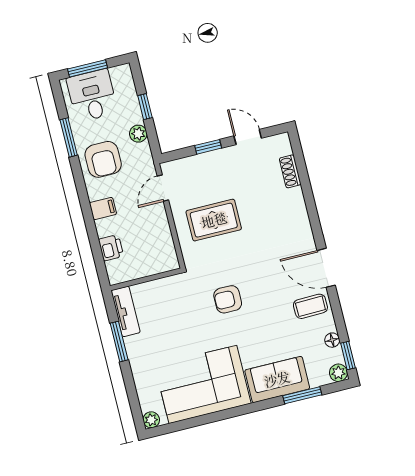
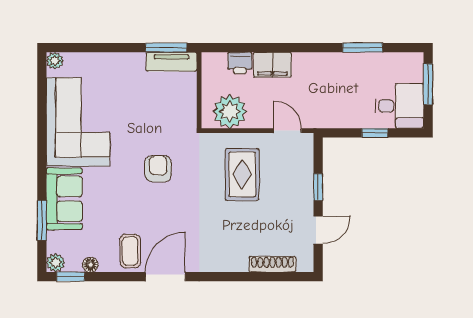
desk: (92, 96) -> (399, 106), moved
plant: (138, 134) -> (230, 111), moved, width x1.87, depth x1.87
armchair: (103, 159) -> (332, 77), removed
shoe rack: (290, 171) -> (272, 264), width x1.43
filing cabinet: (103, 208) -> (272, 65), width x2.00
window: (119, 342) -> (166, 48), moved

